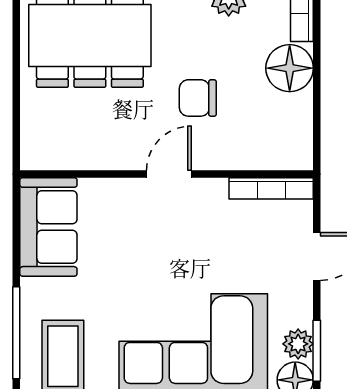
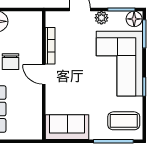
bookcase: (271, 188) -> (50, 46), moved
plant: (298, 344) -> (101, 18), moved

